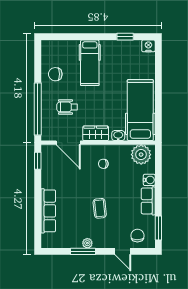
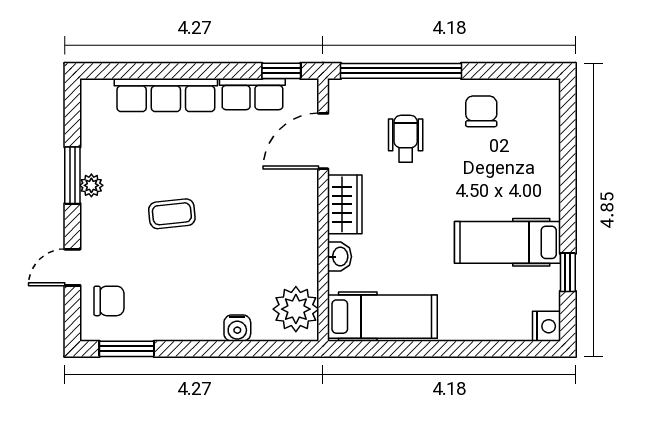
hospital bed: (90, 63) -> (508, 242), moved
hospital bed: (140, 110) -> (382, 317), width x0.73, depth x0.78
chair: (103, 164) -> (275, 222), removed
row of seats: (148, 201) -> (252, 94), moved, turned 180

